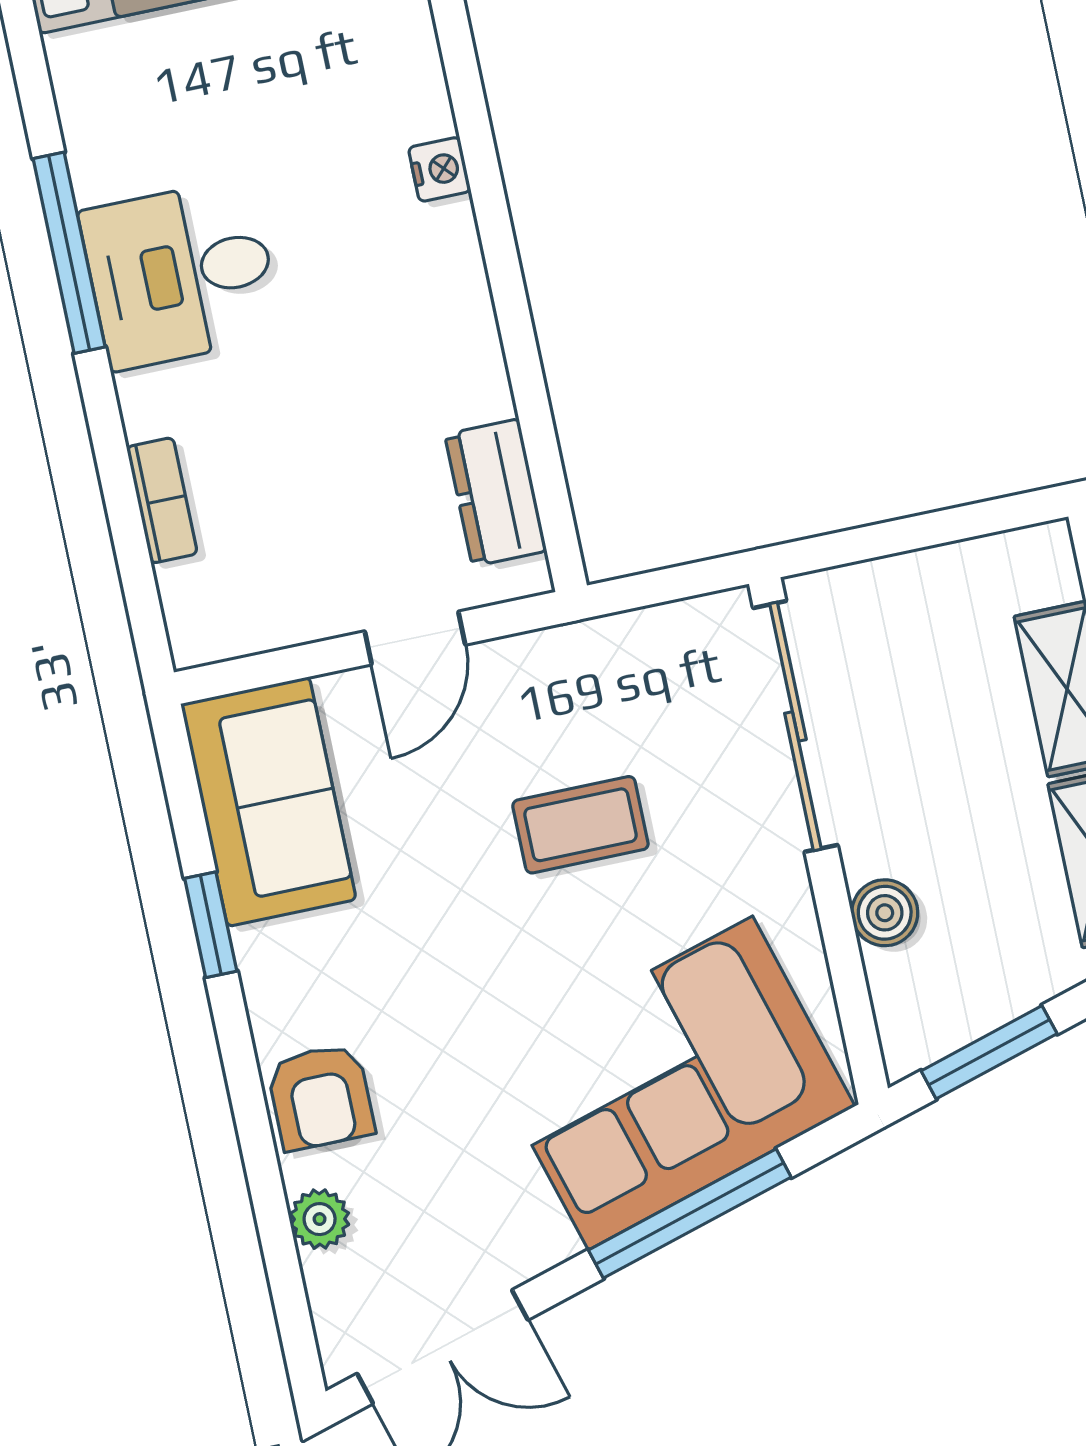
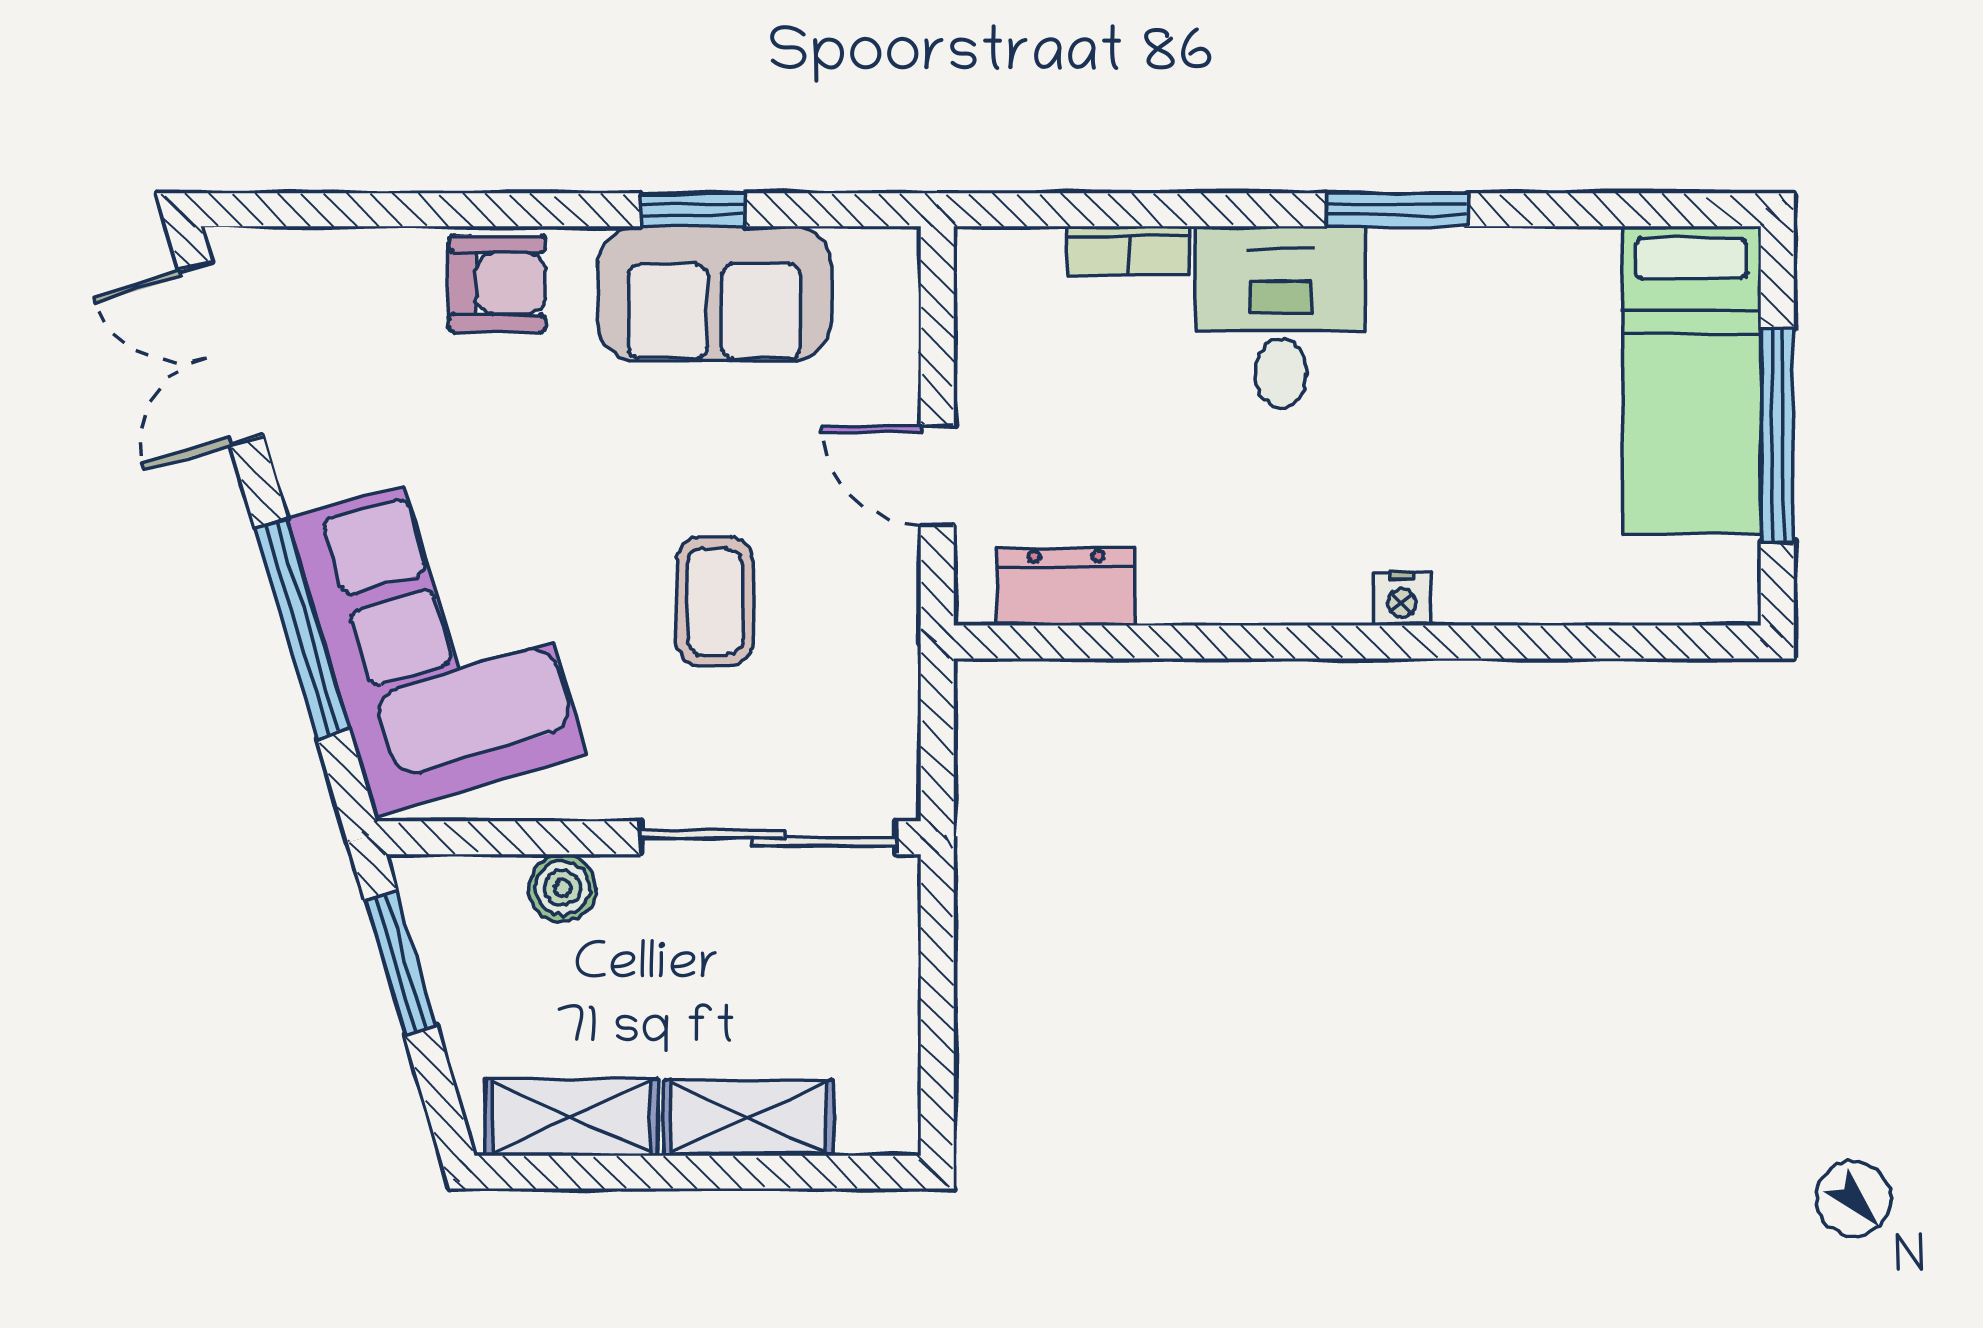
window: (69, 253) -> (1396, 210), width x0.69
desk: (181, 274) -> (1281, 317), moved
sofa: (268, 802) -> (714, 294), moved
armchair: (321, 1097) -> (497, 284), turned 180
plant: (320, 1219) -> (375, 257), removed

